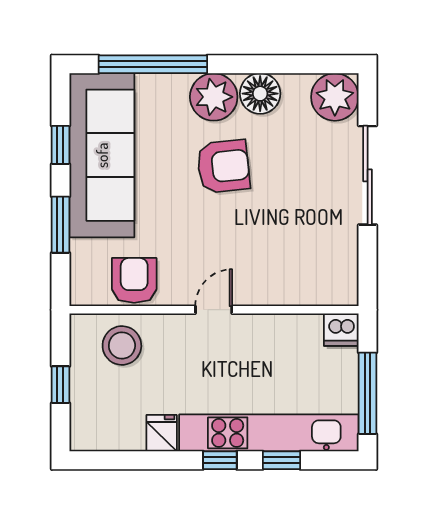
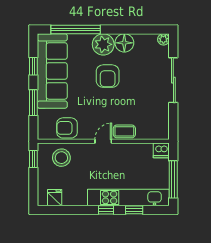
plant: (335, 97) -> (163, 39), width x0.53, depth x0.53
armchair: (223, 166) -> (108, 76), turned 96
armchair: (134, 280) -> (67, 128), turned -90
coffee table: (260, 288) -> (124, 131), added
window: (60, 385) -> (33, 159), moved
fridge: (162, 433) -> (55, 198), moved

